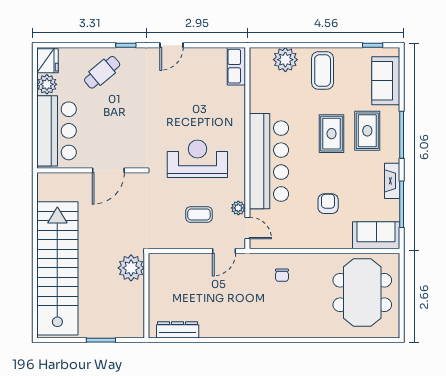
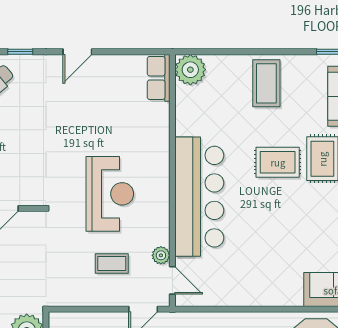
plant: (285, 60) -> (190, 70), moved
rug: (332, 134) -> (278, 162), turned 90
reception desk: (197, 159) -> (110, 194), turned 90
armchair: (328, 204) -> (273, 250), removed

